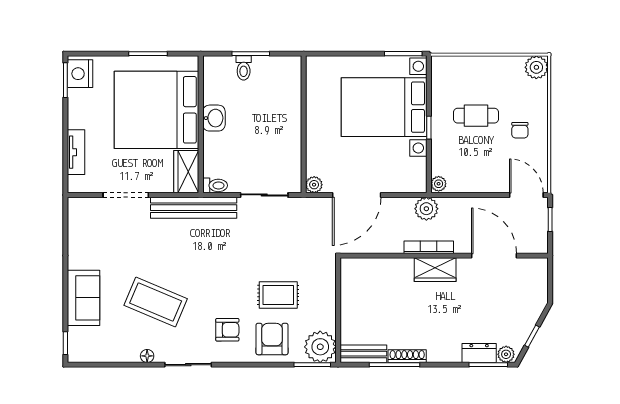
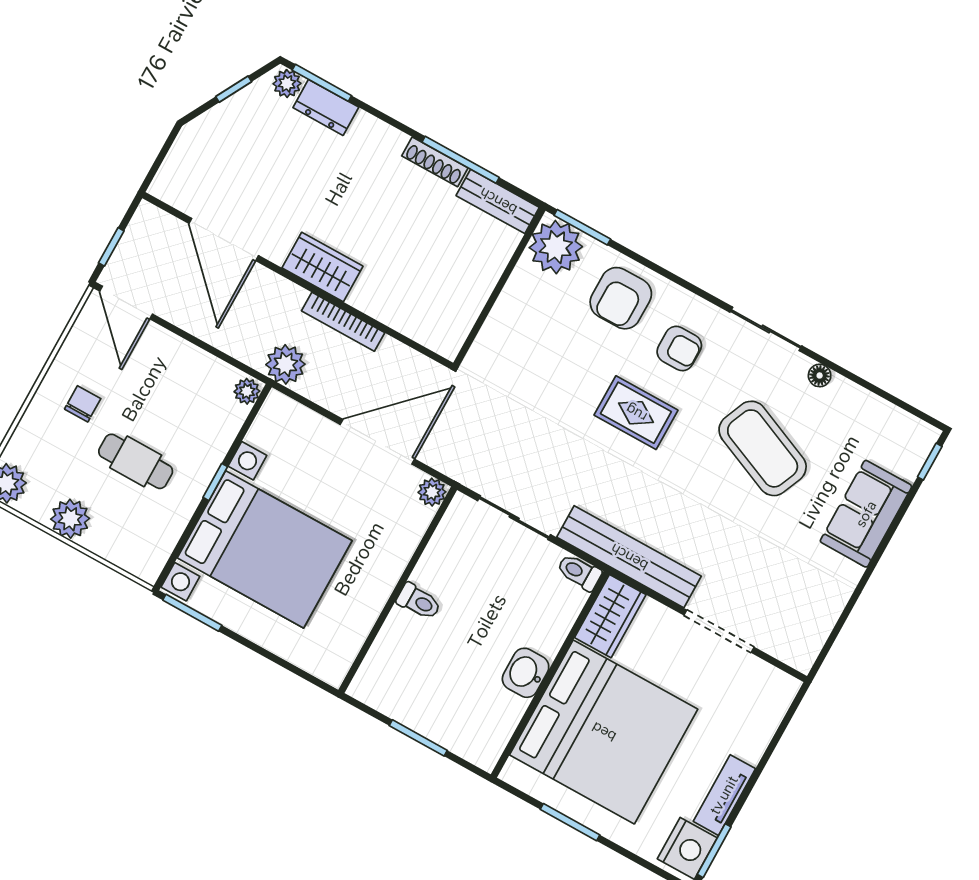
plant: (493, 67) -> (70, 519), added
toilet: (244, 68) -> (419, 602), moved, turned 90
tv unit: (76, 152) -> (724, 795), moved
bookcase: (429, 247) -> (343, 322), moved
rug: (278, 295) -> (636, 413), moved
armchair: (227, 330) -> (679, 348), turned 180

